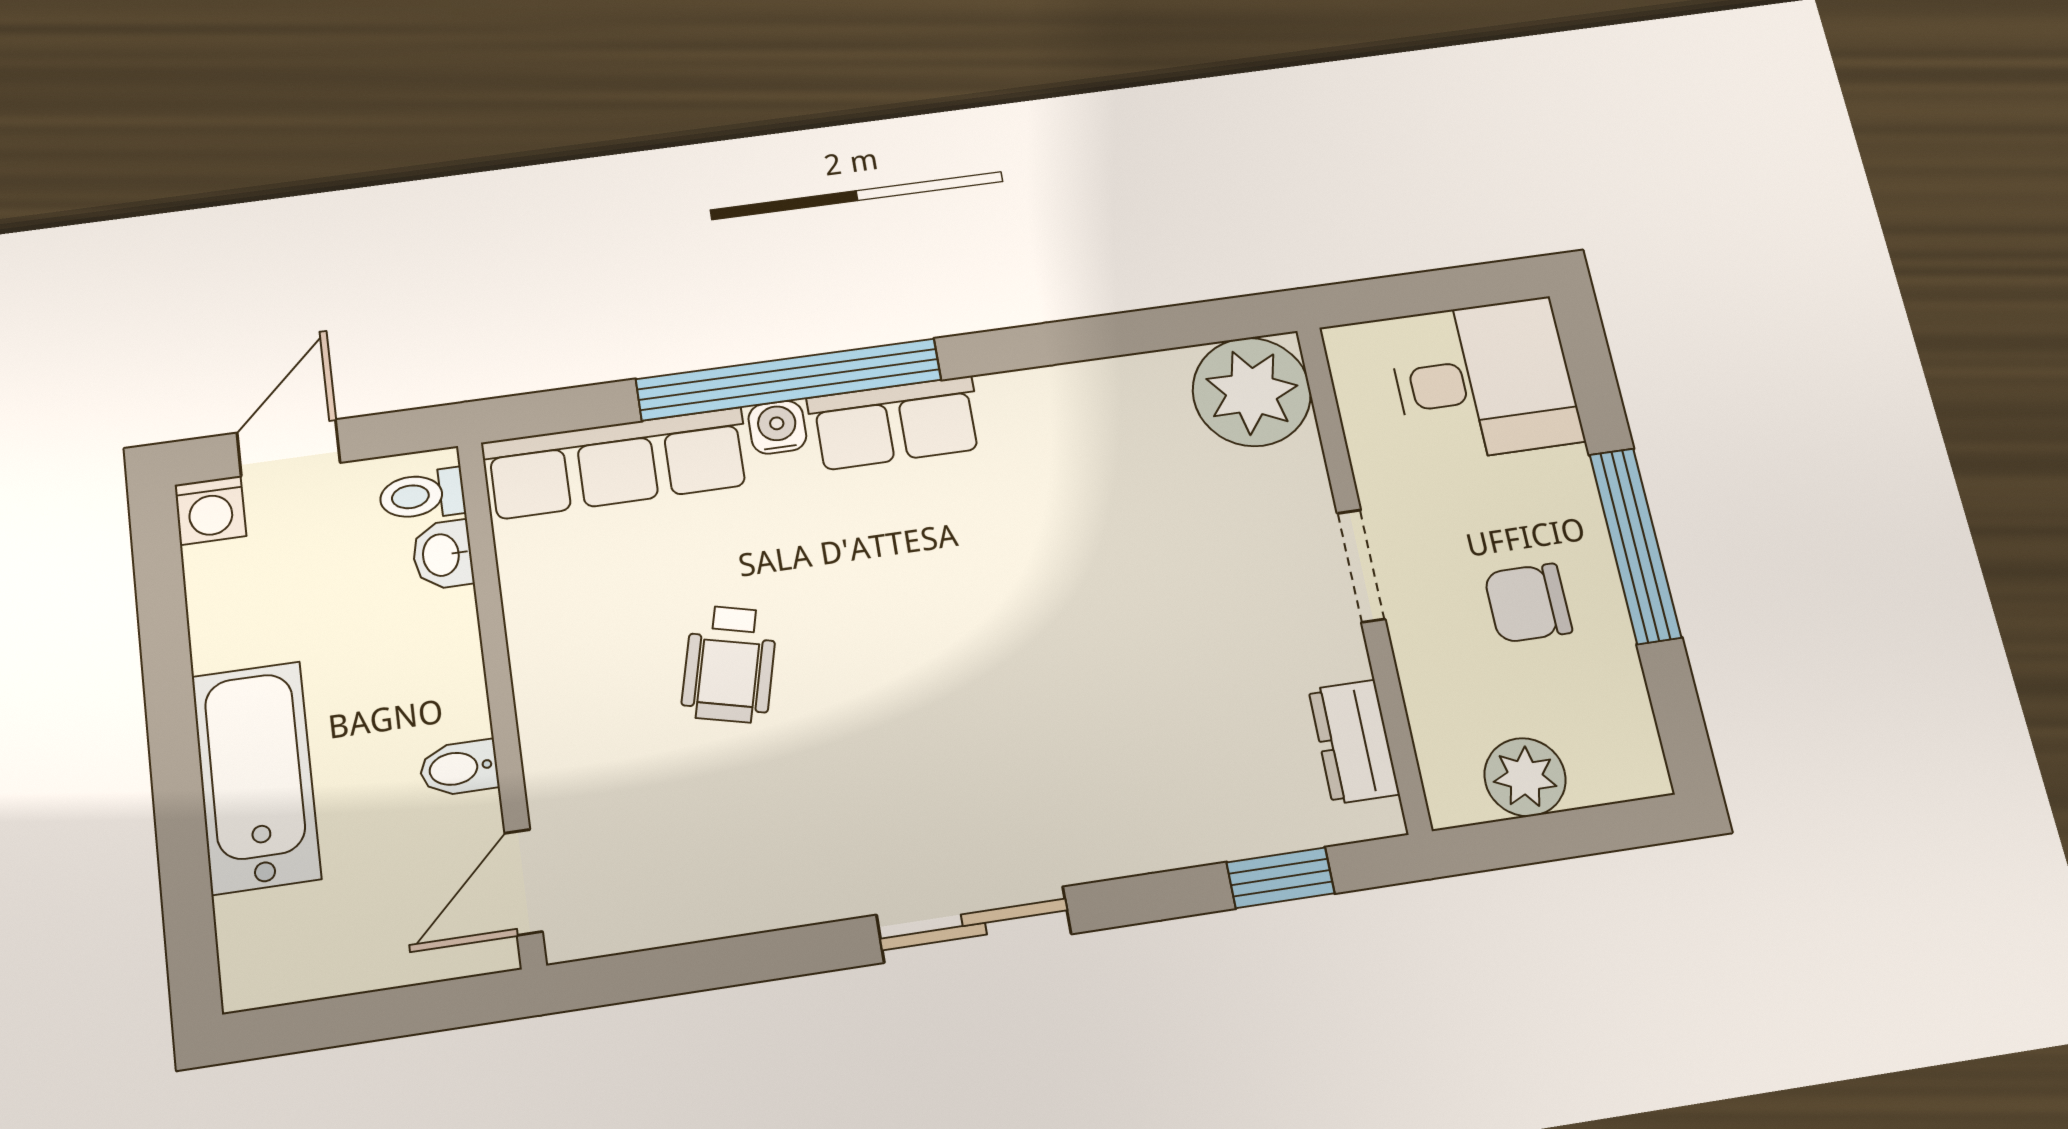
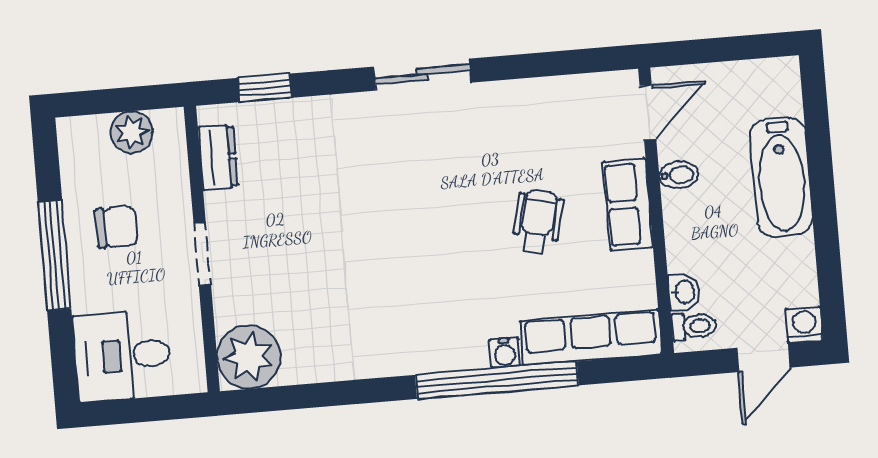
row of seats: (895, 423) -> (628, 204), moved, turned -90

